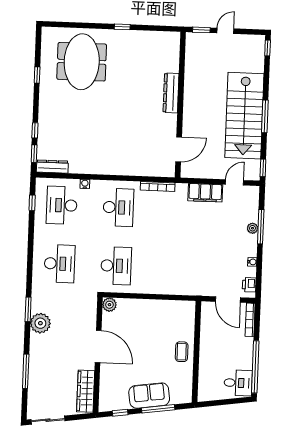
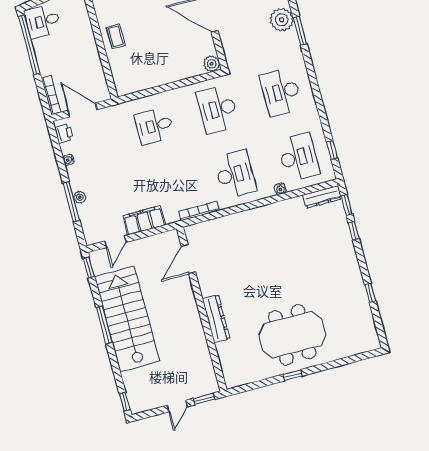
meeting table: (82, 62) -> (292, 335), moved, turned 90
desk: (118, 207) -> (235, 174), turned 180
desk: (173, 268) -> (154, 126), added

